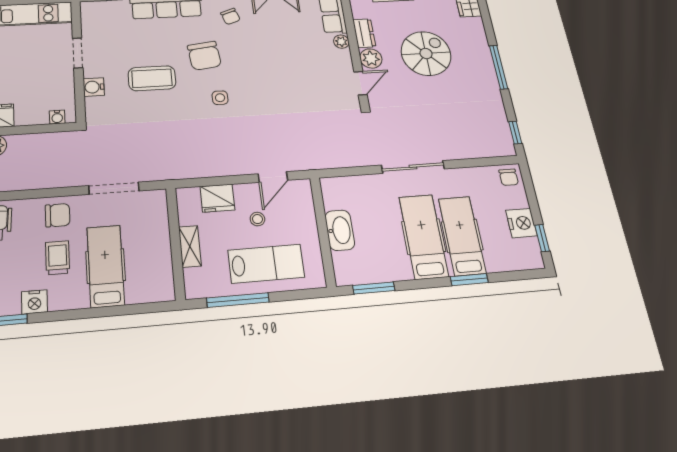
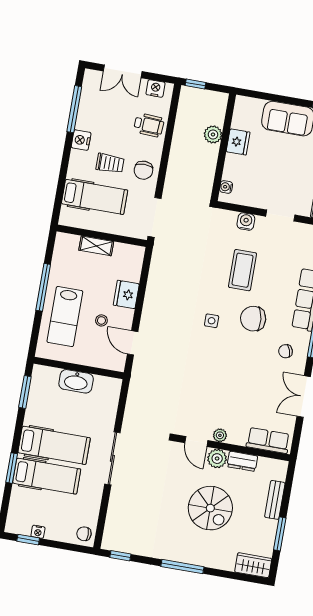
plant: (341, 42) -> (220, 435), moved
nightstand: (521, 223) -> (38, 532), width x0.53, depth x0.56
wall: (175, 243) -> (102, 236), moved
shelving: (190, 246) -> (96, 246), moved

